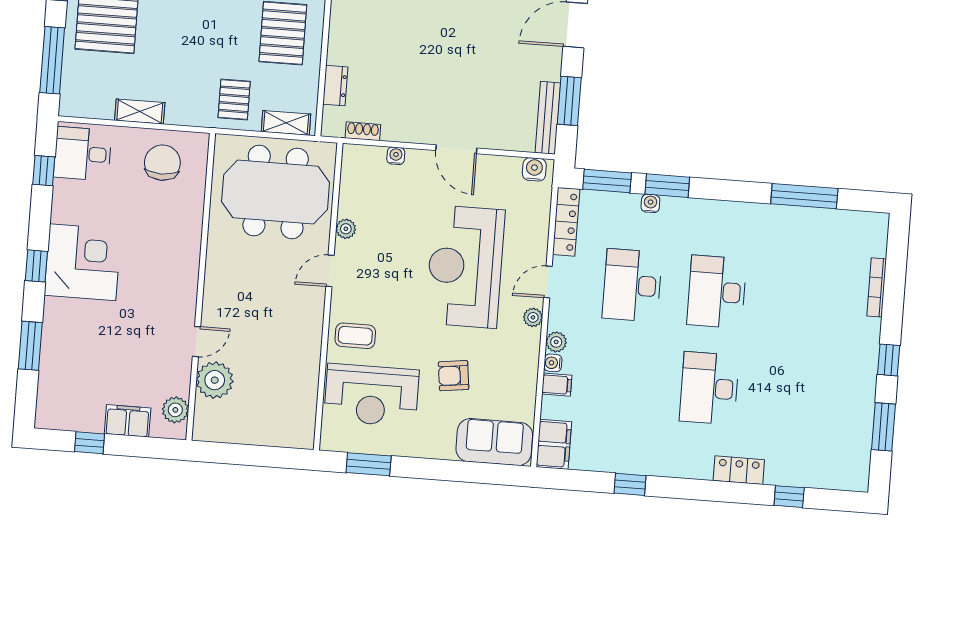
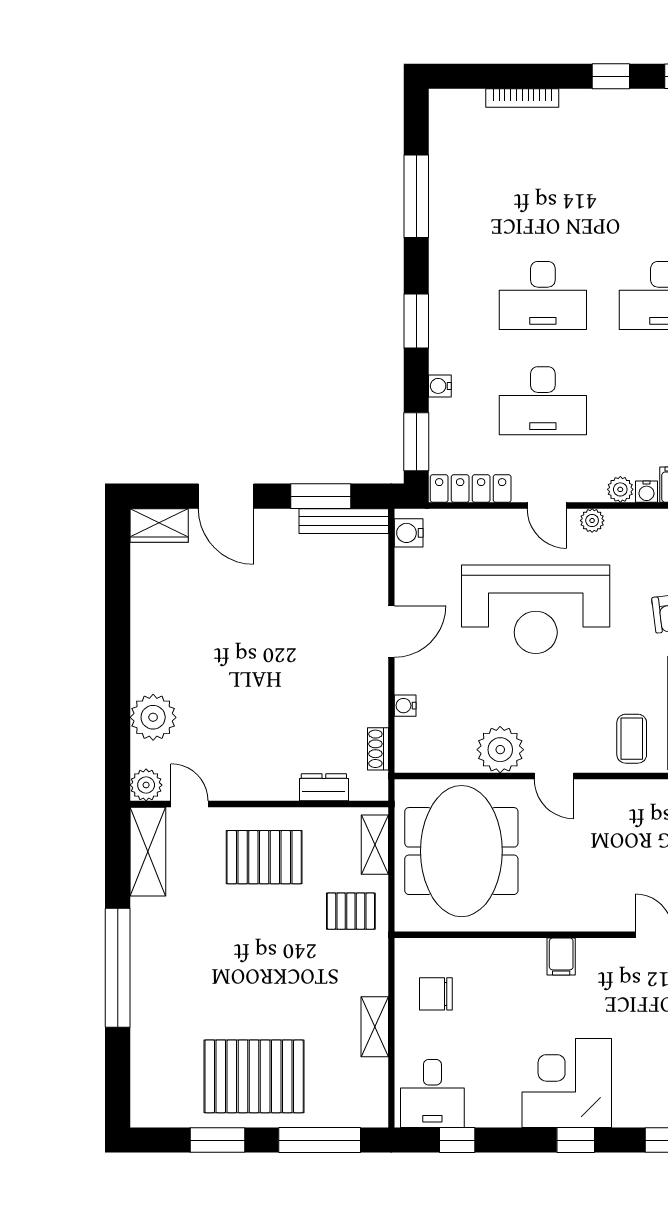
chair: (162, 163) -> (436, 994), width x0.73, depth x0.73
window: (667, 186) -> (416, 321), moved
plant: (346, 229) -> (500, 750), width x1.88, depth x1.88
filing cabinet: (185, 266) -> (561, 957), added

